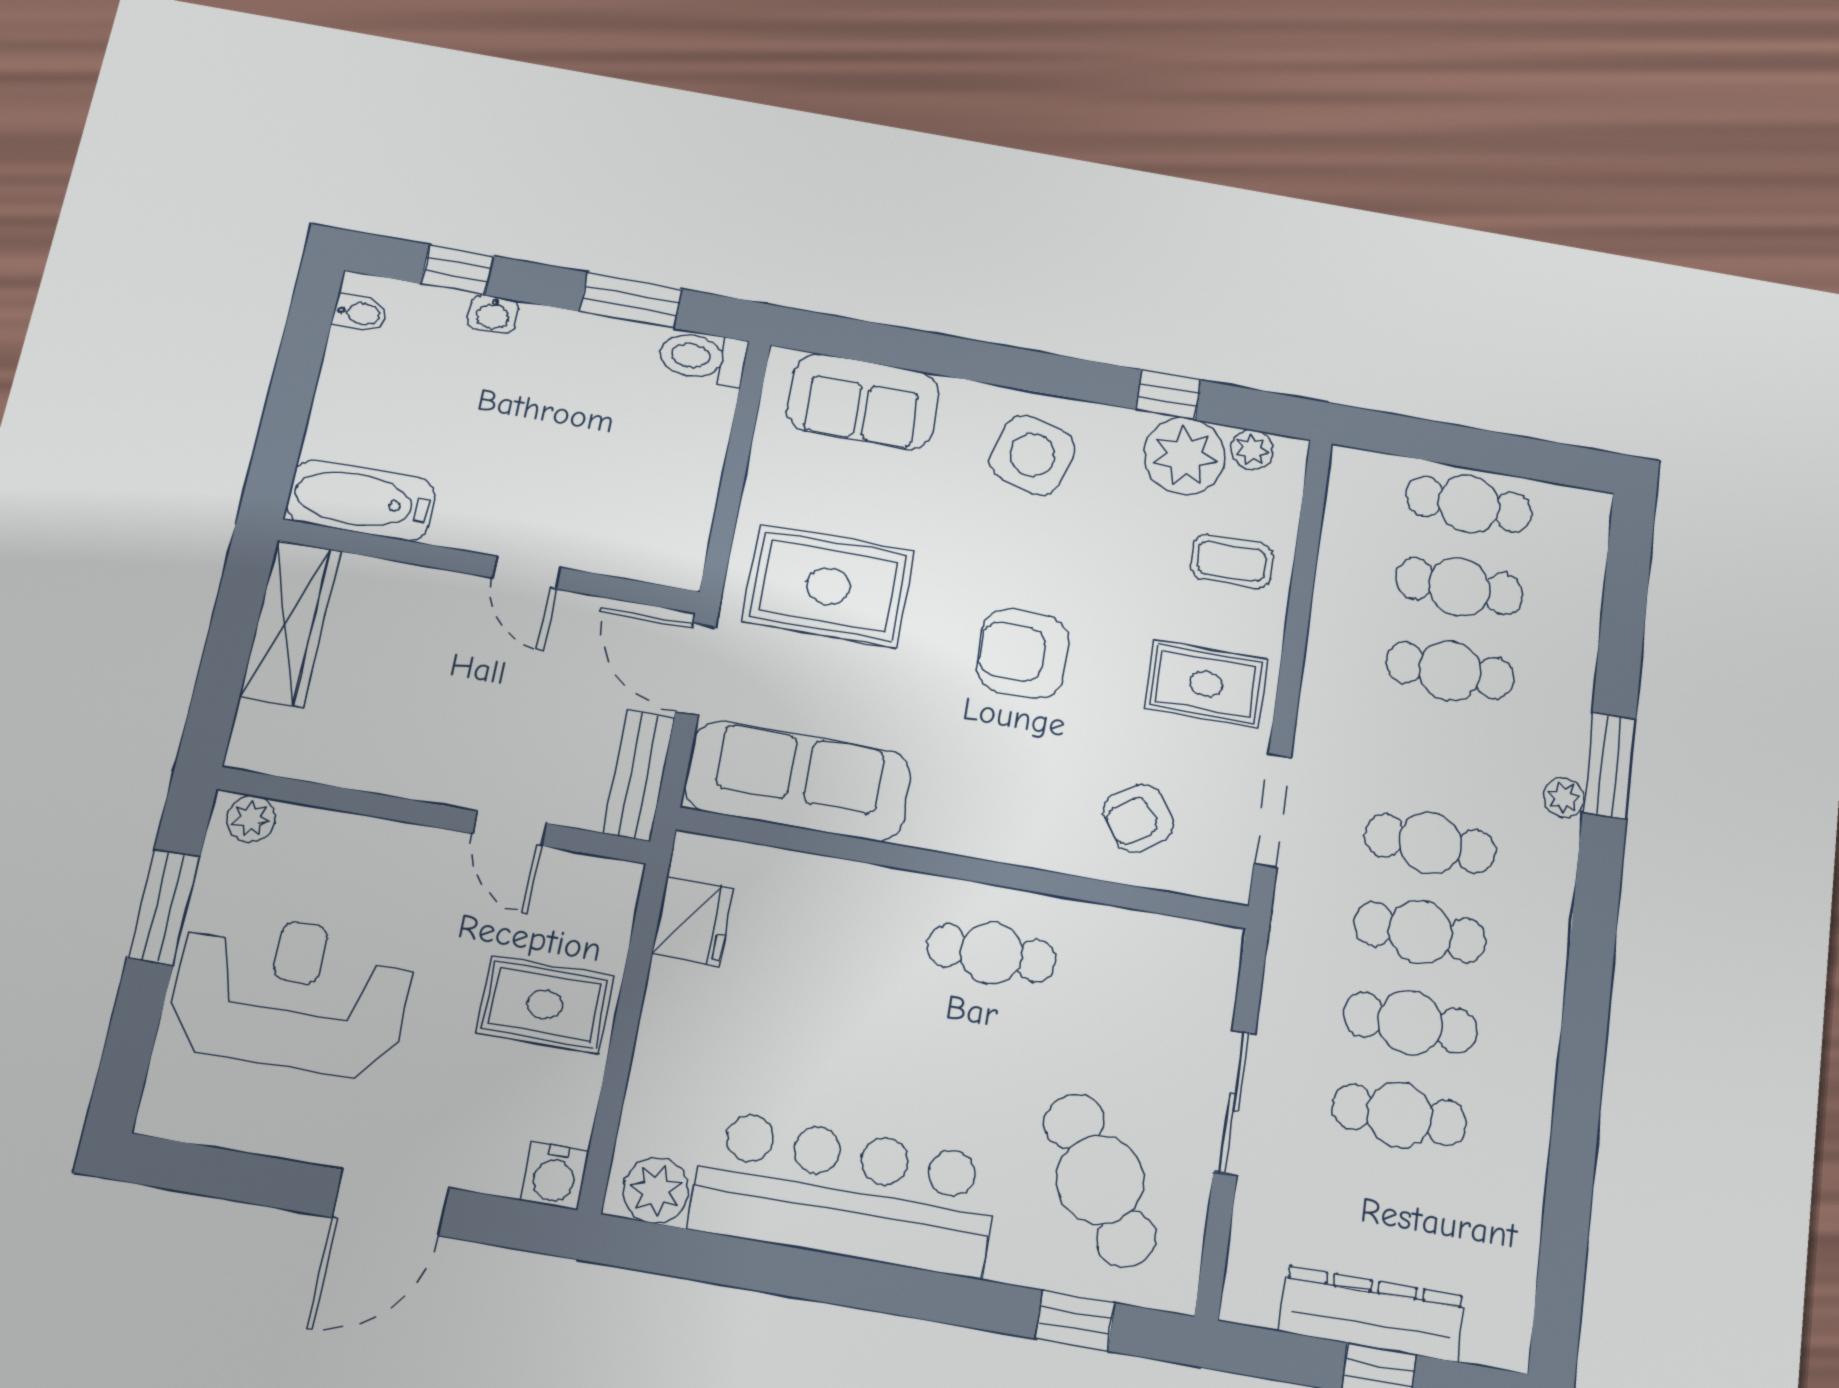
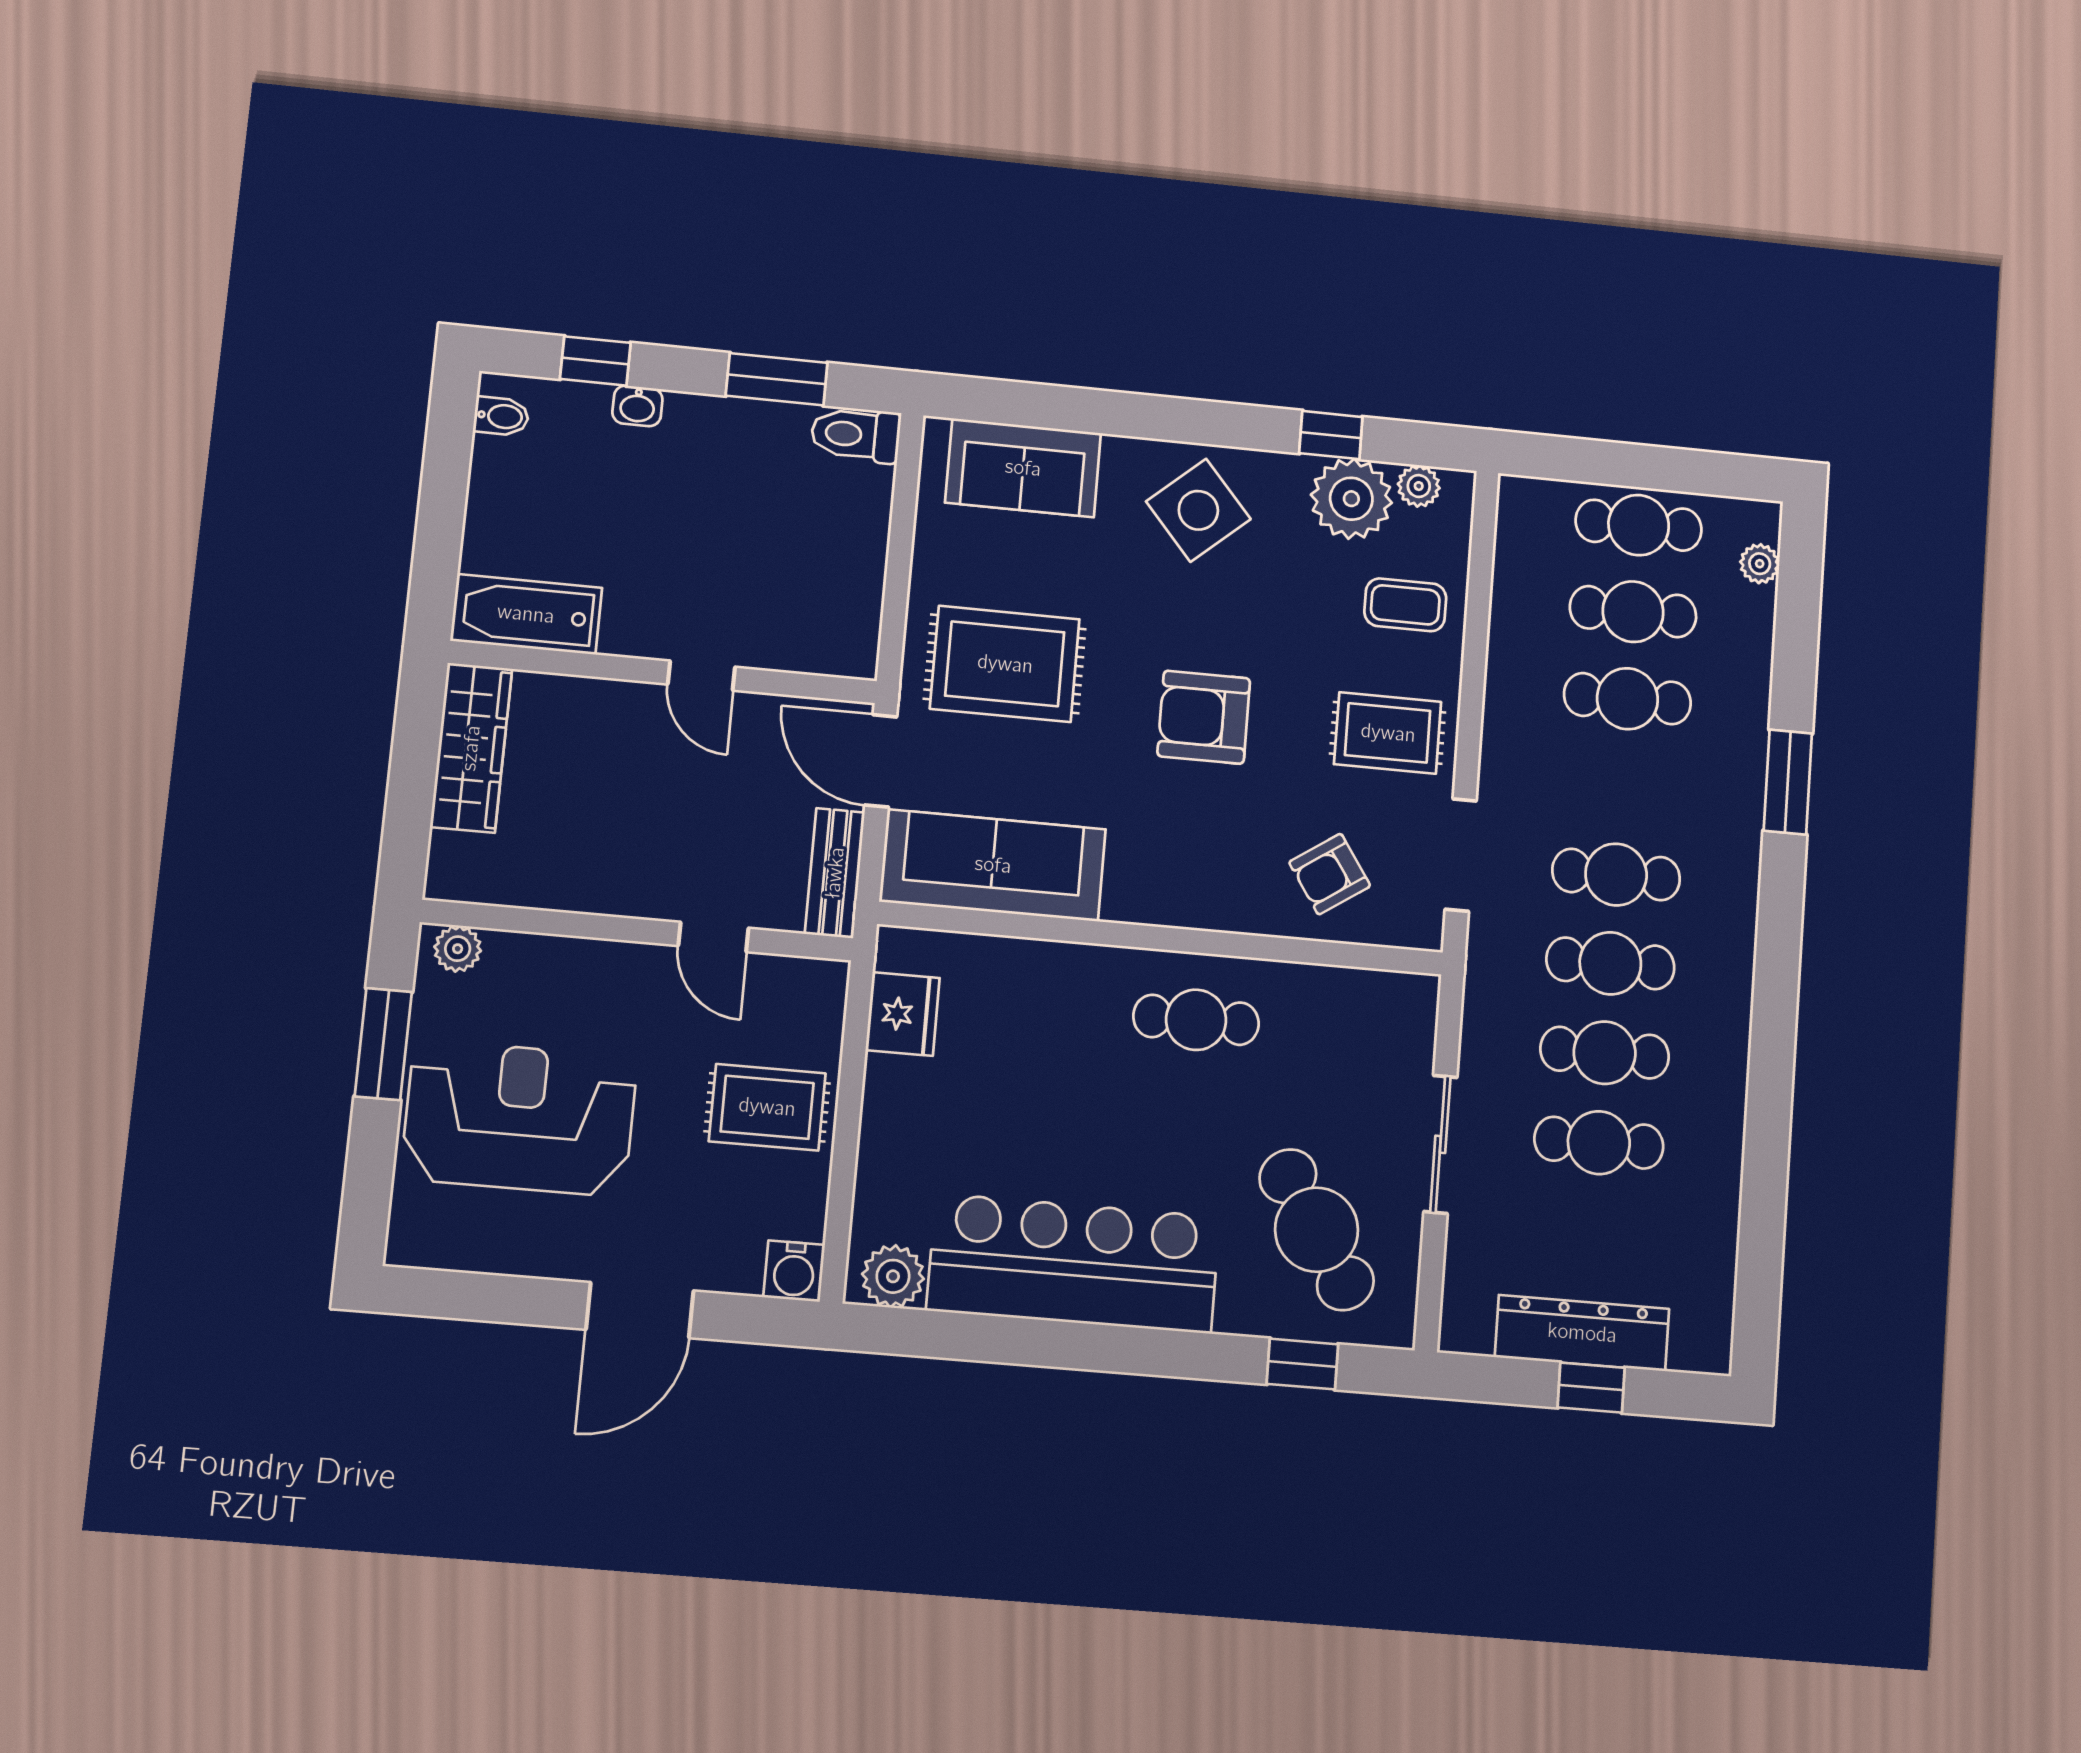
side table: (1032, 455) -> (1198, 510), turned 33
plant: (1564, 798) -> (1760, 564), moved

